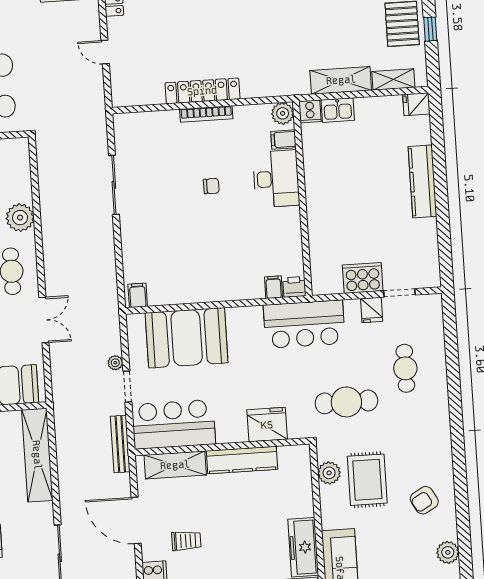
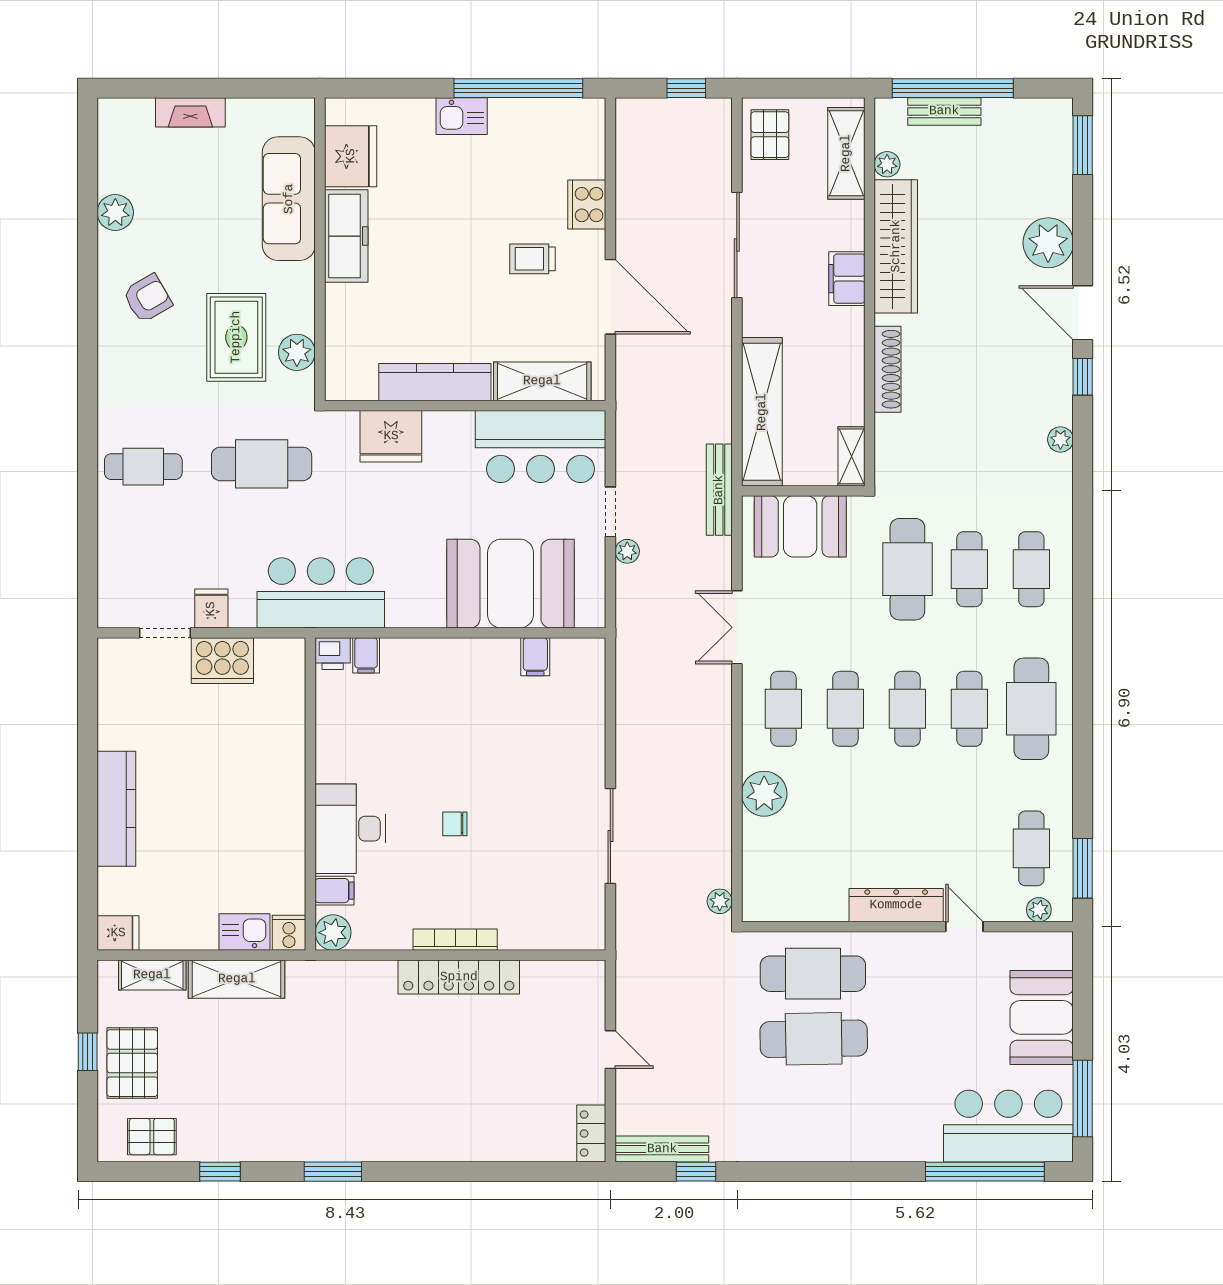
plant: (43, 149) -> (720, 901), added
filing cabinet: (138, 295) -> (535, 657), moved
cafe table: (405, 368) -> (143, 467), moved, turned 90
bench: (120, 444) -> (719, 490), moved

